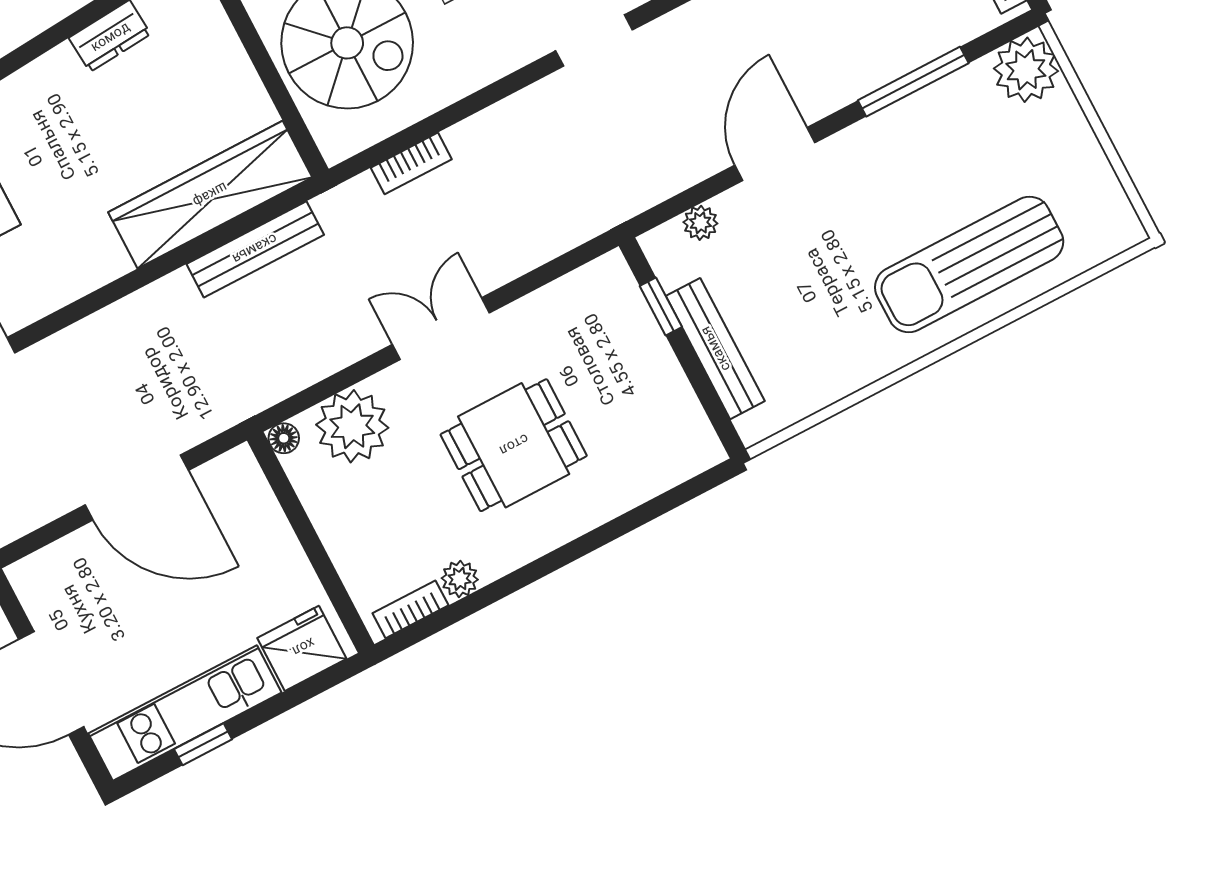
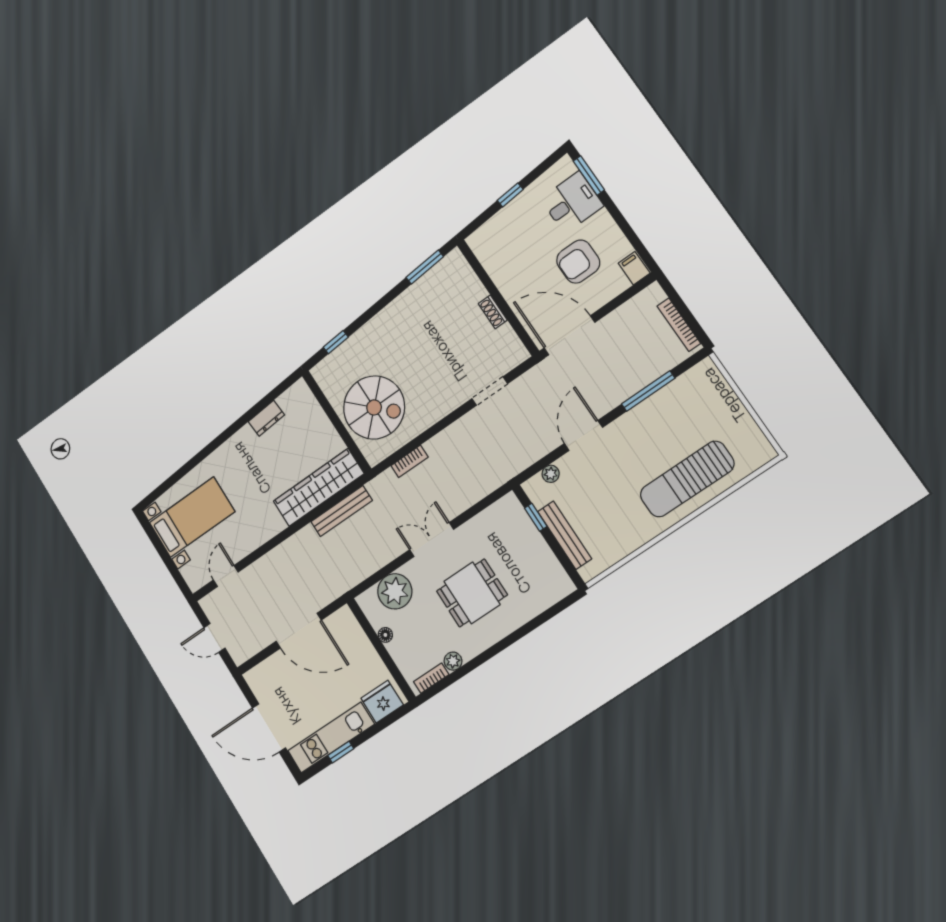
plant: (1026, 70) -> (705, 378), removed
floor lamp: (284, 438) -> (385, 635), moved

